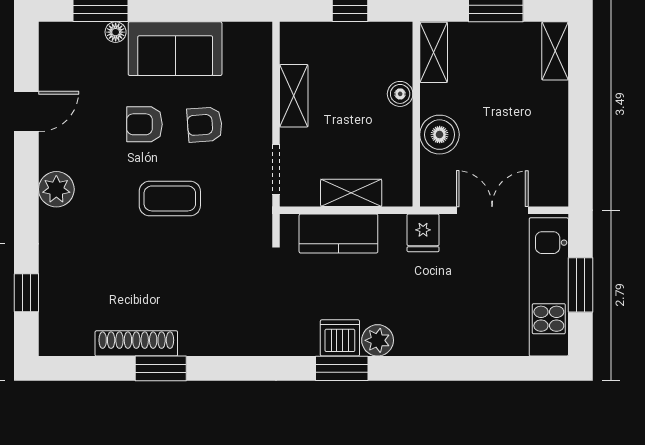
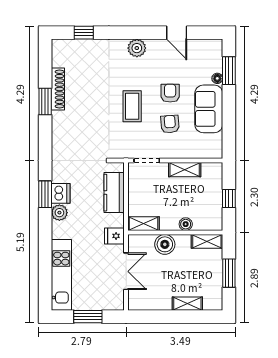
shelving: (555, 51) -> (187, 304), moved
shelving: (351, 193) -> (144, 224), moved, turned 90
kitchen unit: (549, 287) -> (61, 275), moved, turned 90

